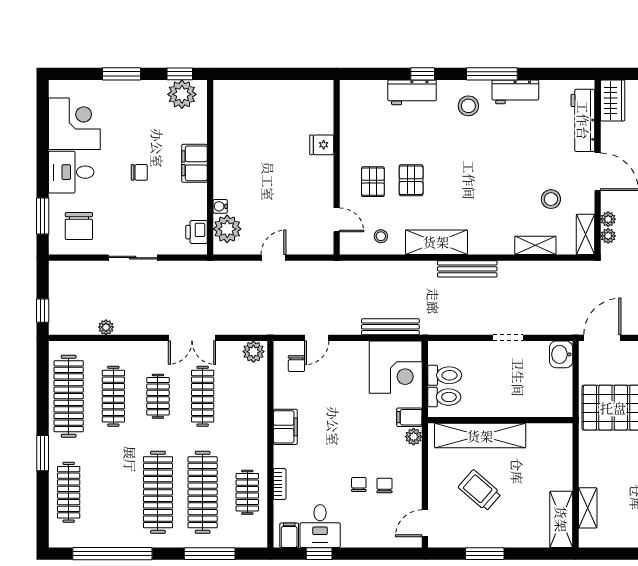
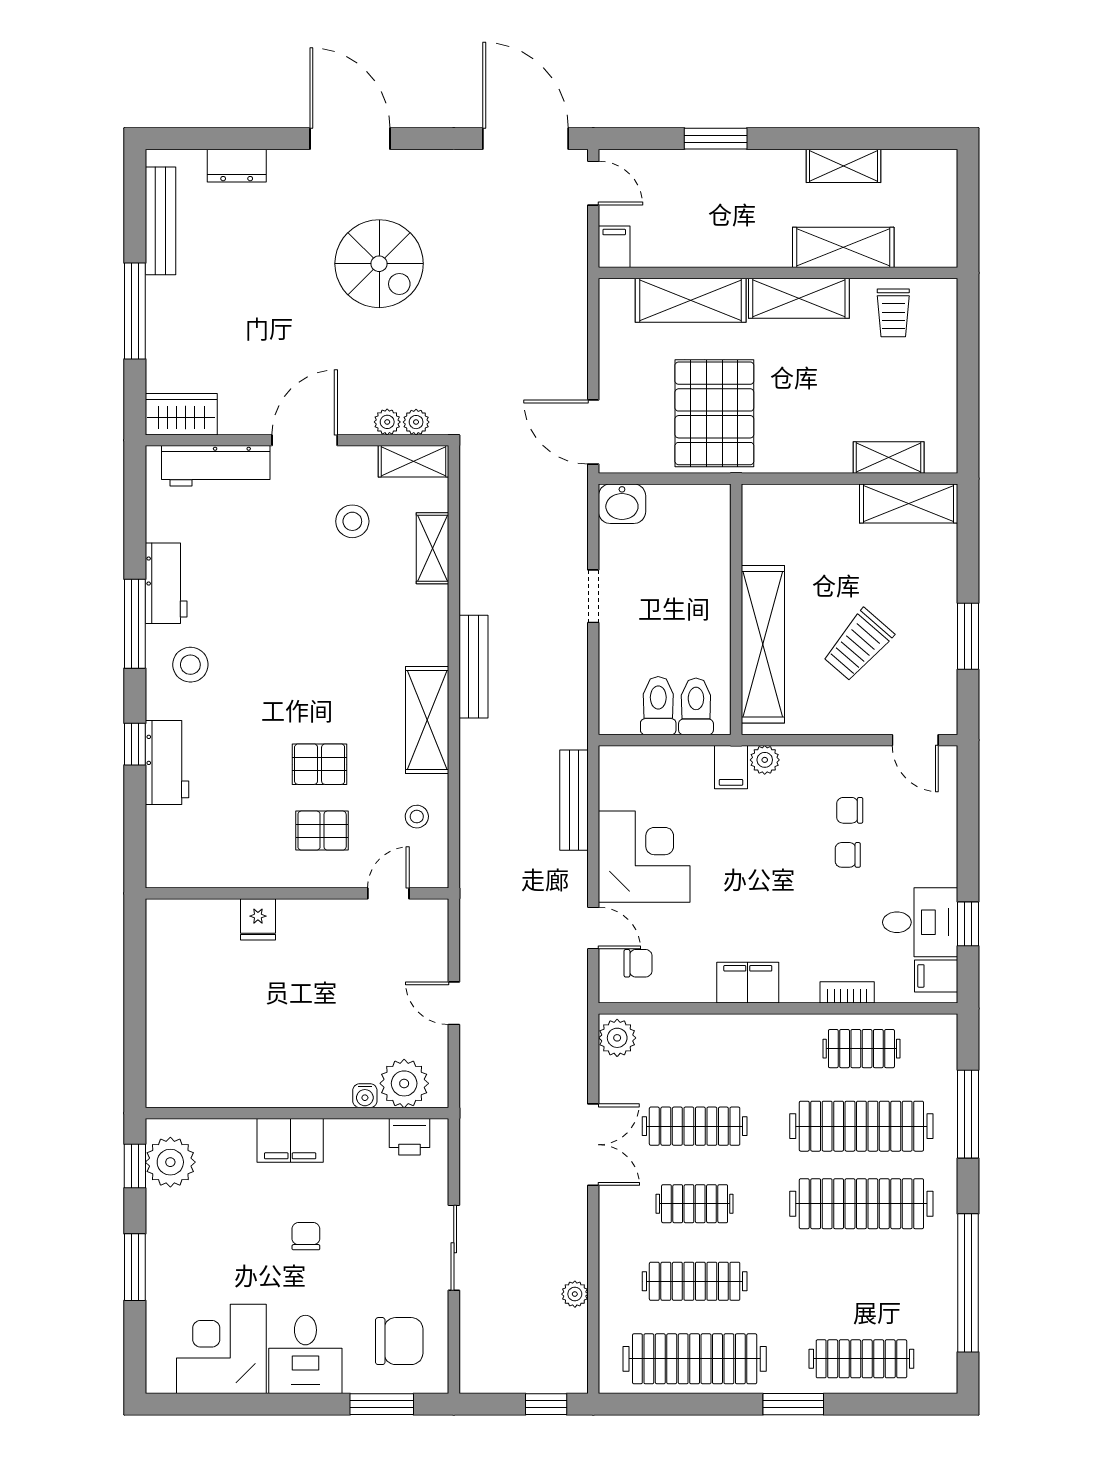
corner desk: (396, 367) -> (644, 857), moved

